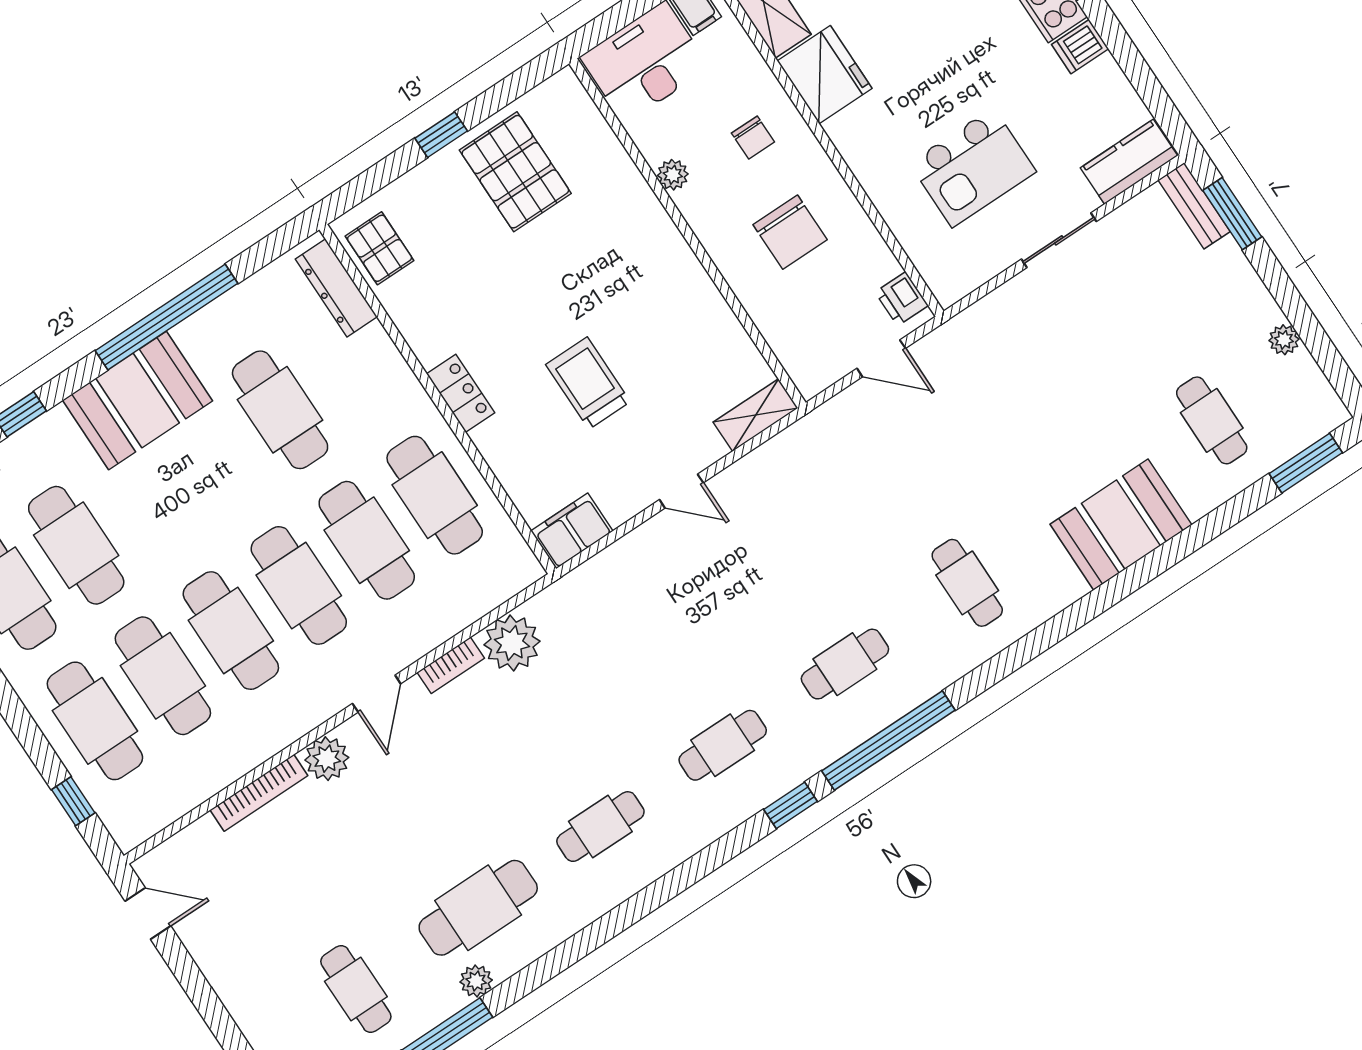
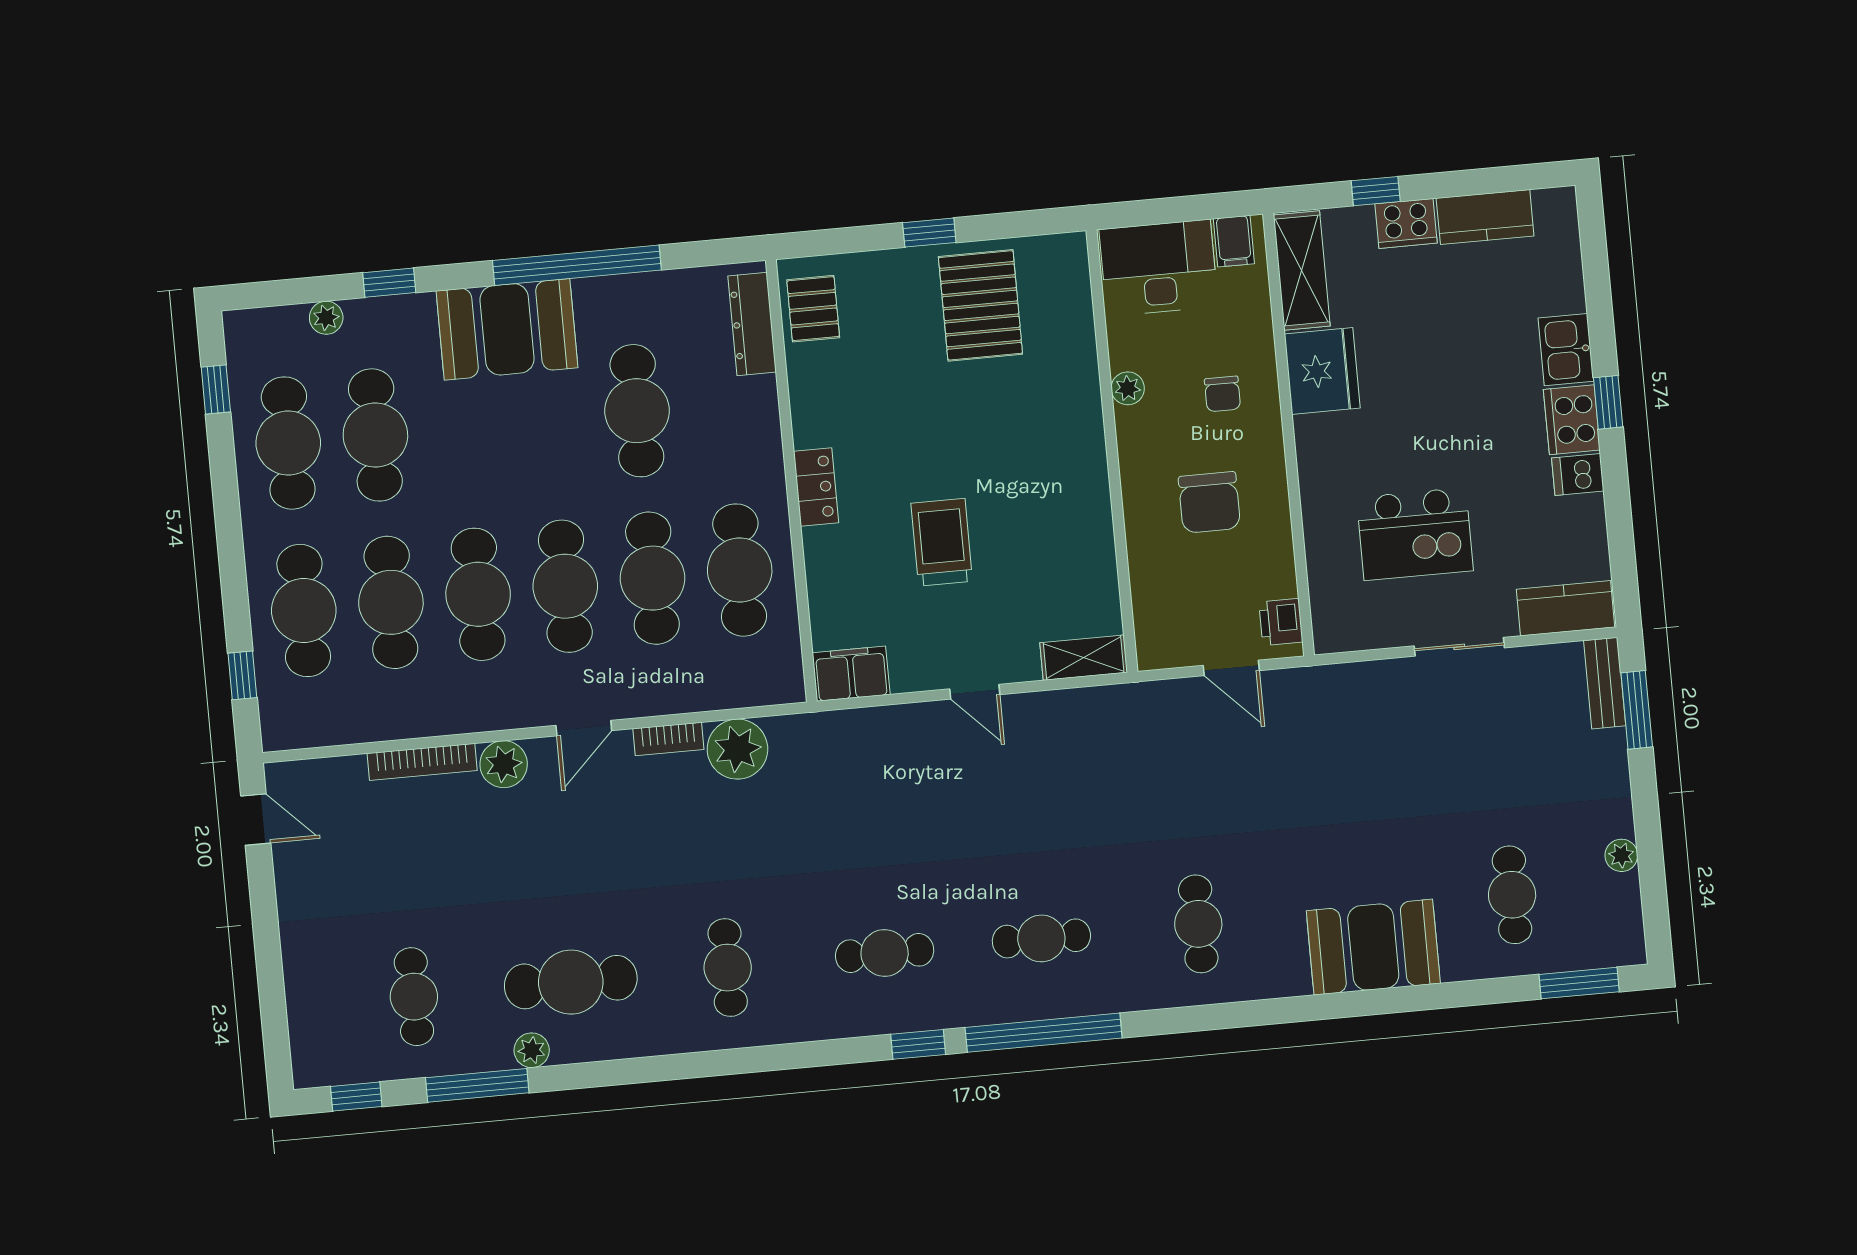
cafe table: (600, 827) -> (728, 968), turned 90

